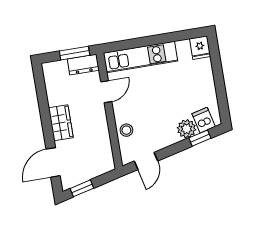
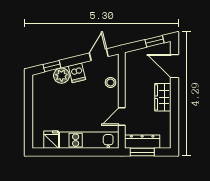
fridge: (200, 48) -> (51, 140), moved
dresser: (83, 65) -> (142, 142), width x1.44
dishwasher: (204, 120) -> (77, 73), moved
door: (53, 162) -> (174, 66), swing flipped

